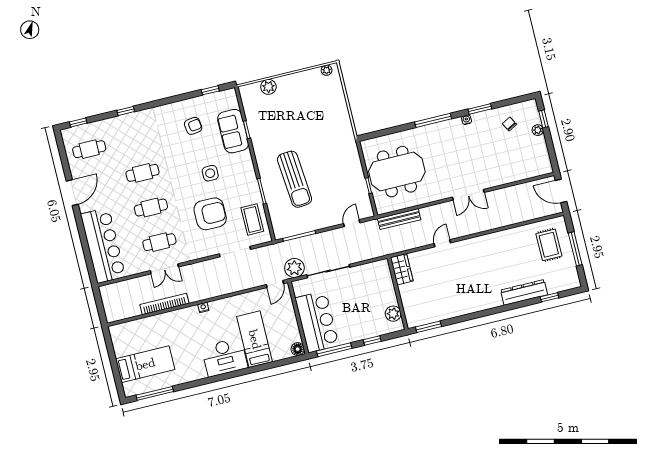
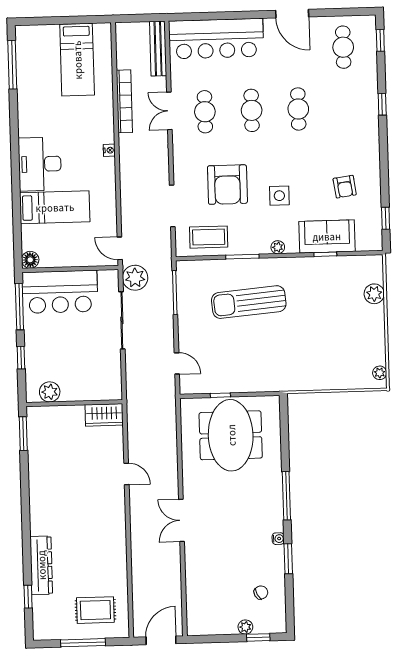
plant: (249, 166) -> (278, 247), added
bench: (399, 219) -> (158, 49), moved
bed: (145, 364) -> (77, 60), moved

